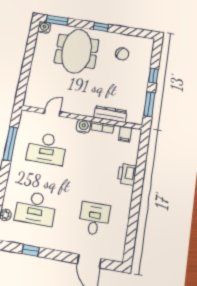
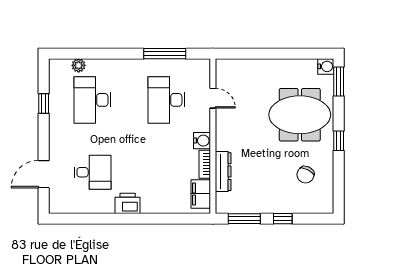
filing cabinet: (125, 134) -> (201, 194), width x2.00
printer: (127, 174) -> (128, 203), moved

